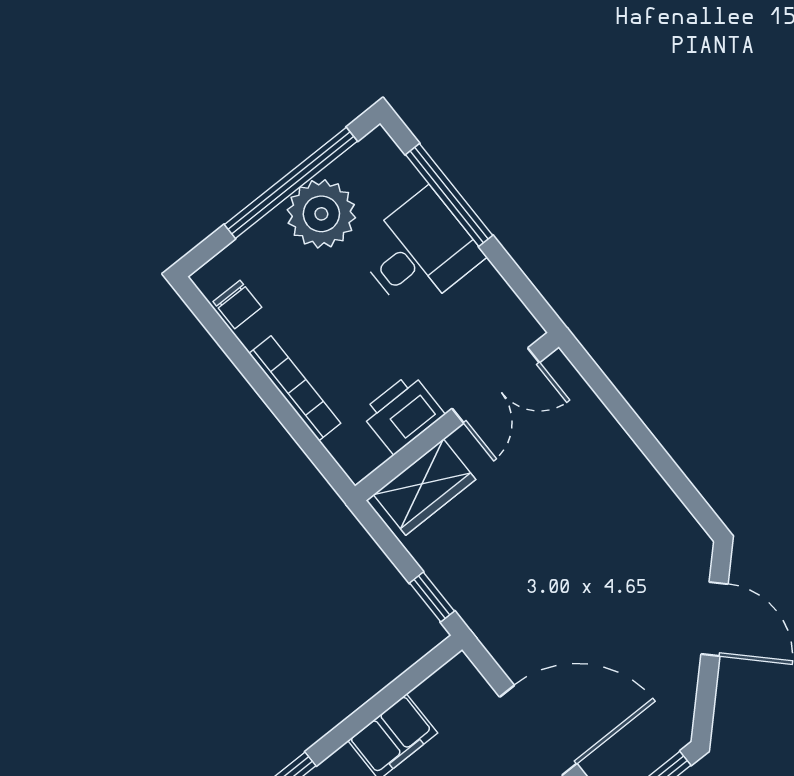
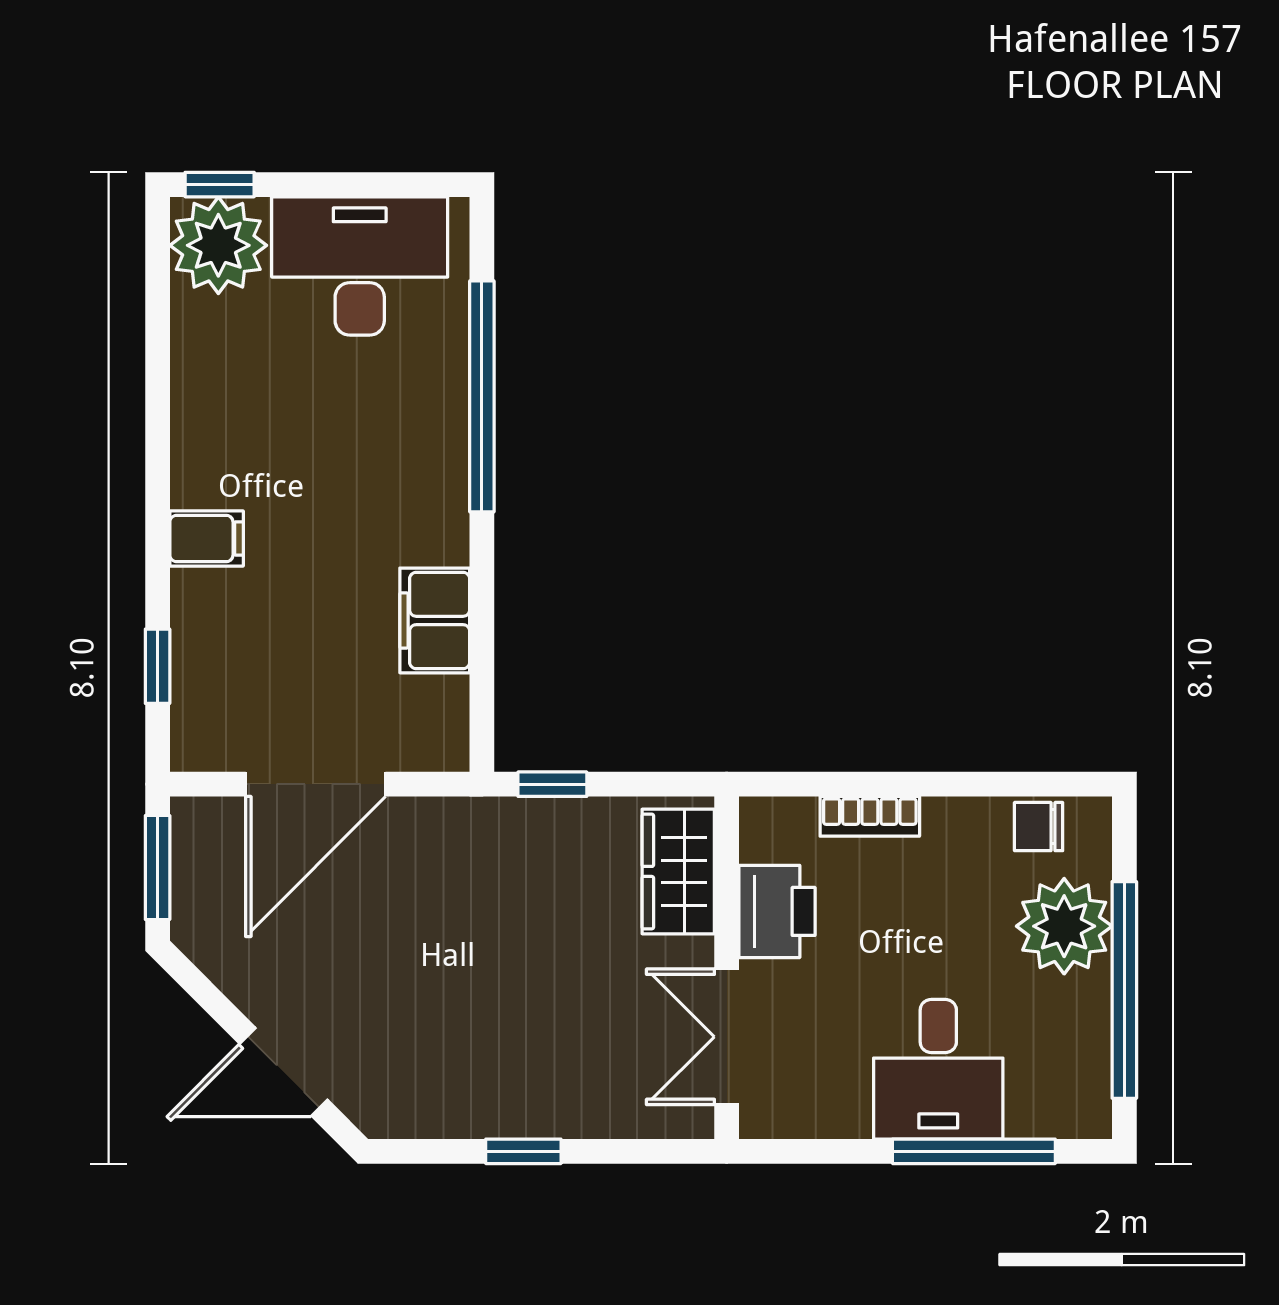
plant: (321, 214) -> (1064, 926), moved
bookcase: (295, 388) -> (870, 816), width x0.64
window: (651, 448) -> (523, 1151), added

